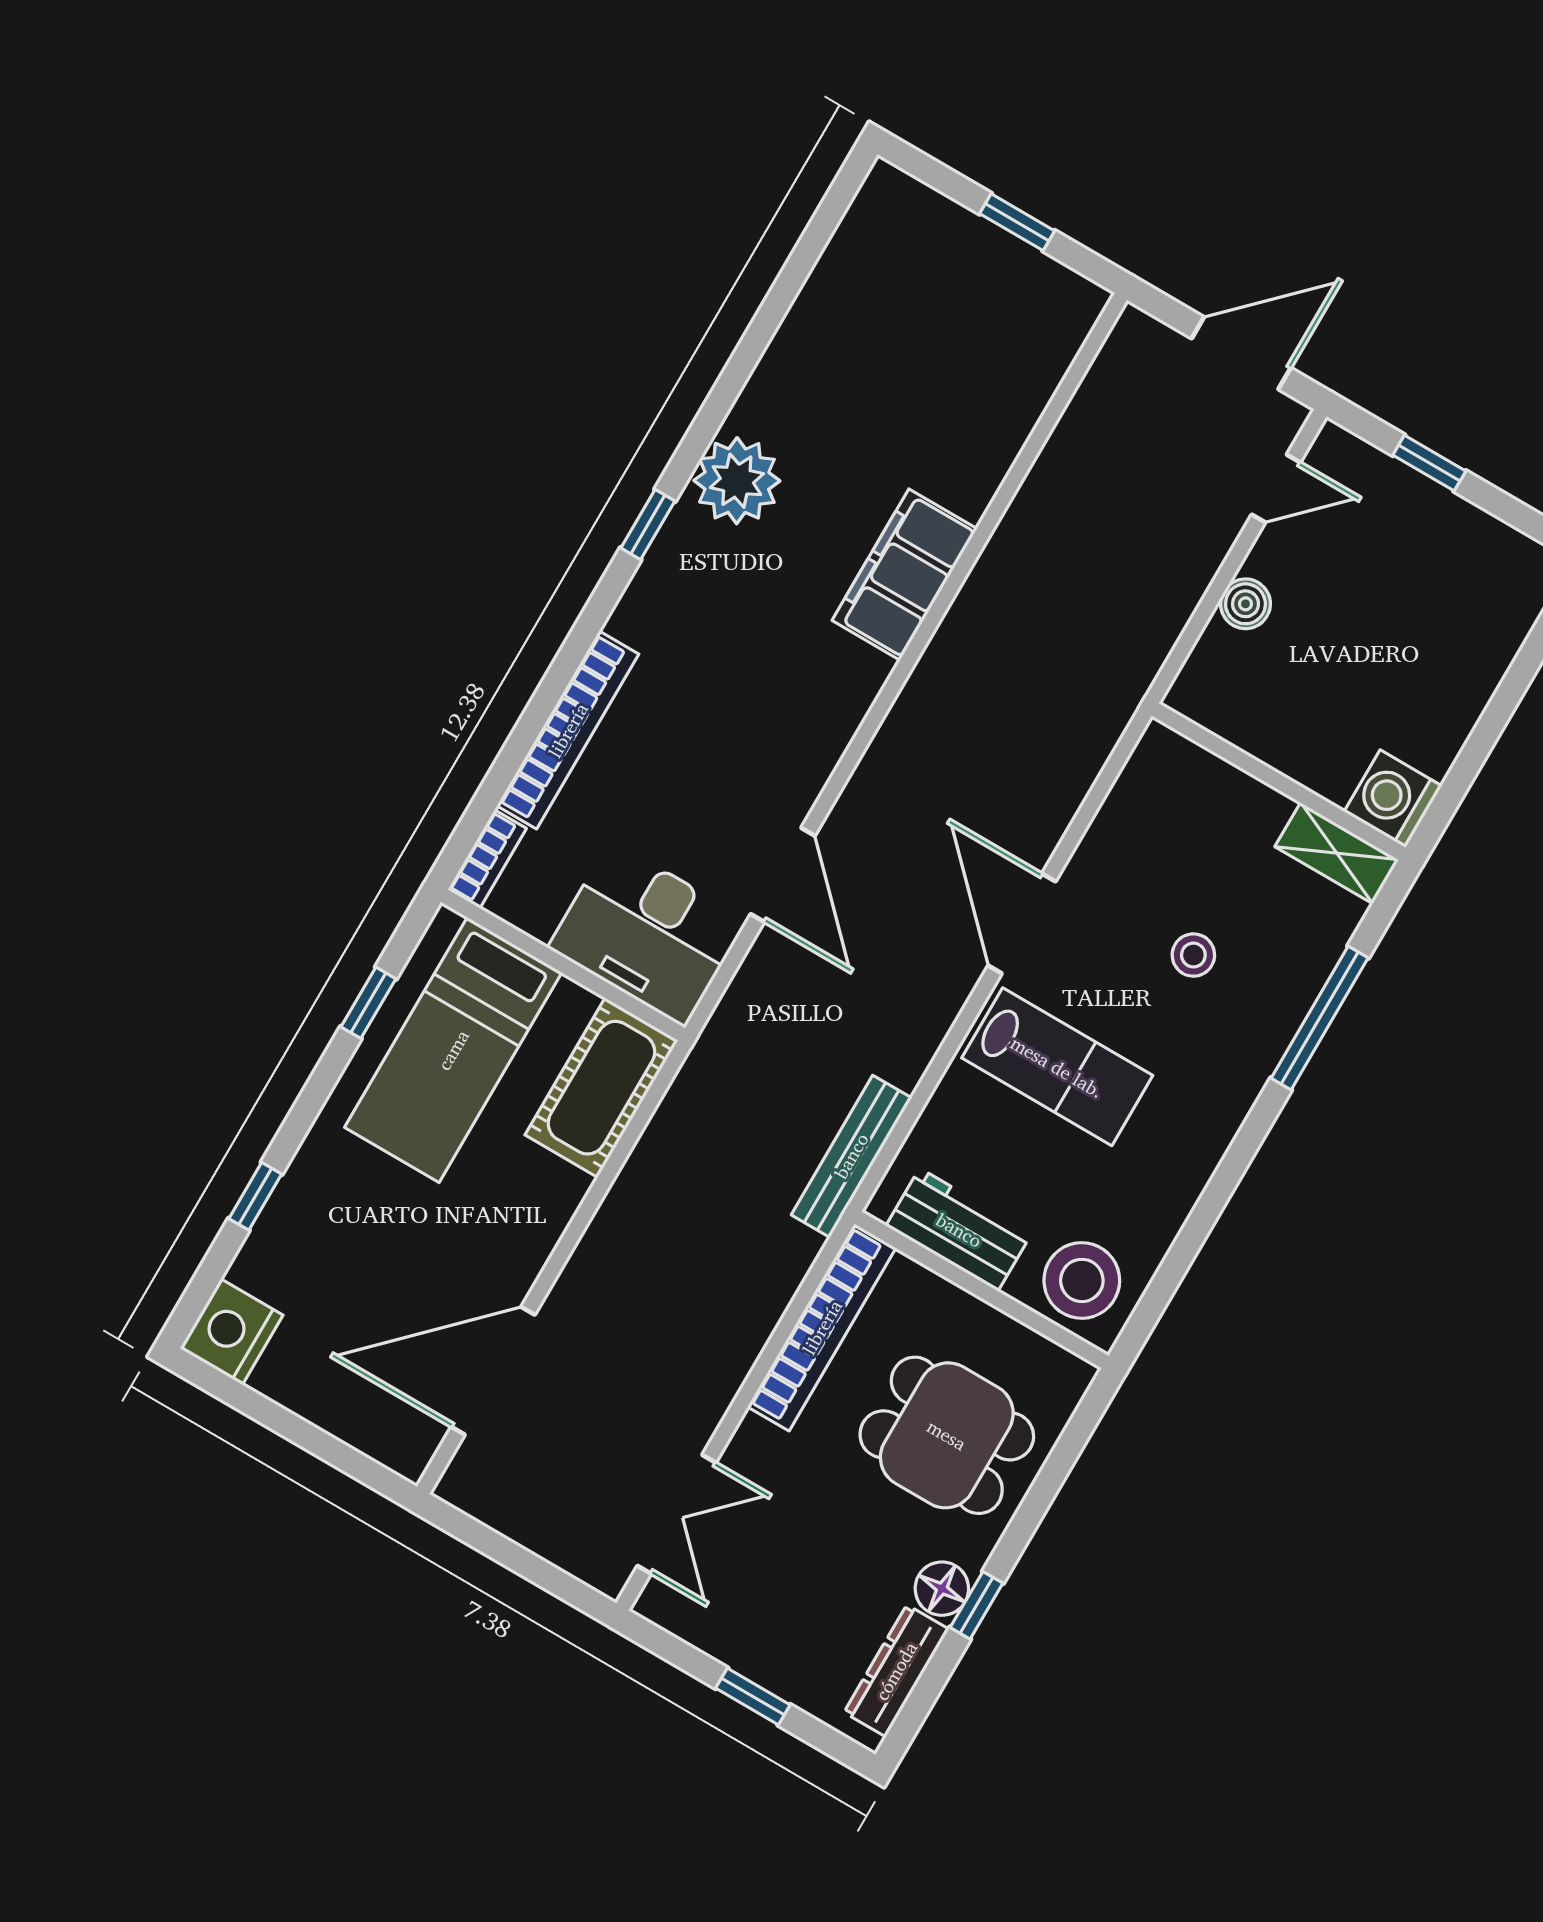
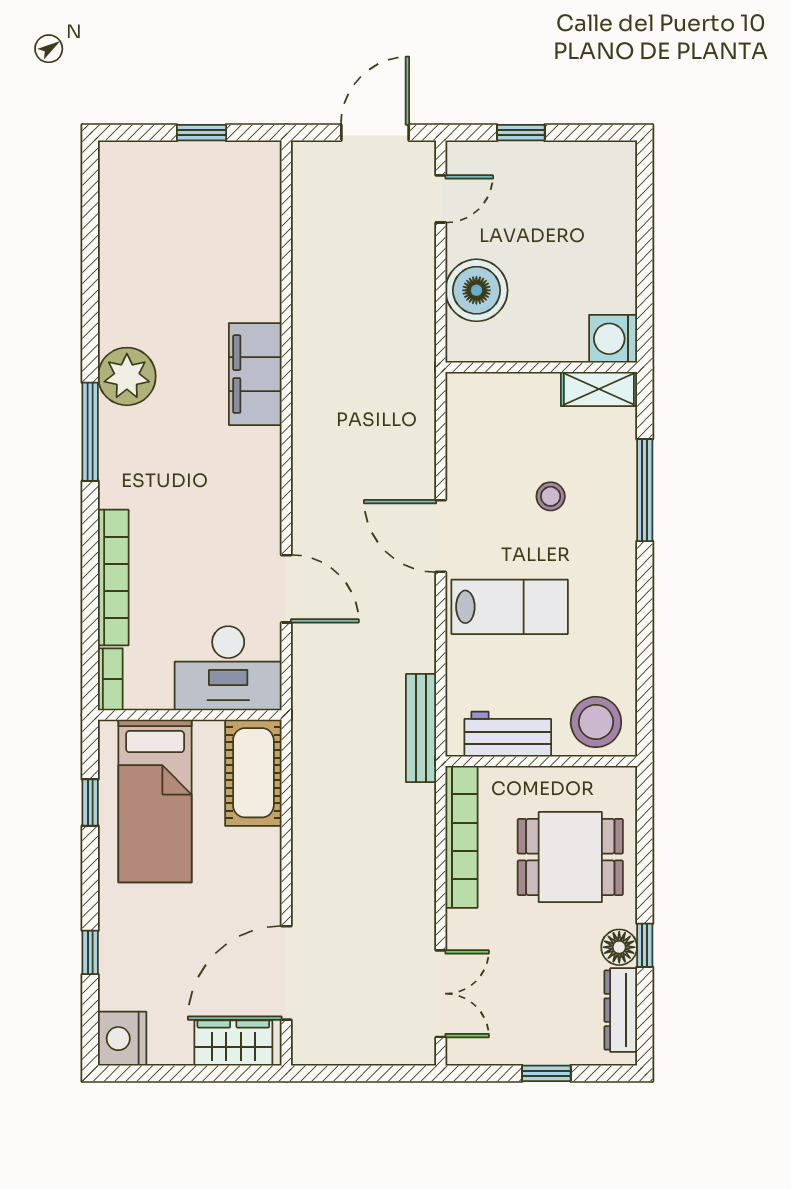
window: (648, 525) -> (90, 432), width x2.17
boiler: (1245, 604) -> (476, 290), width x1.86, depth x1.86
wardrobe: (372, 1421) -> (233, 1043), added

